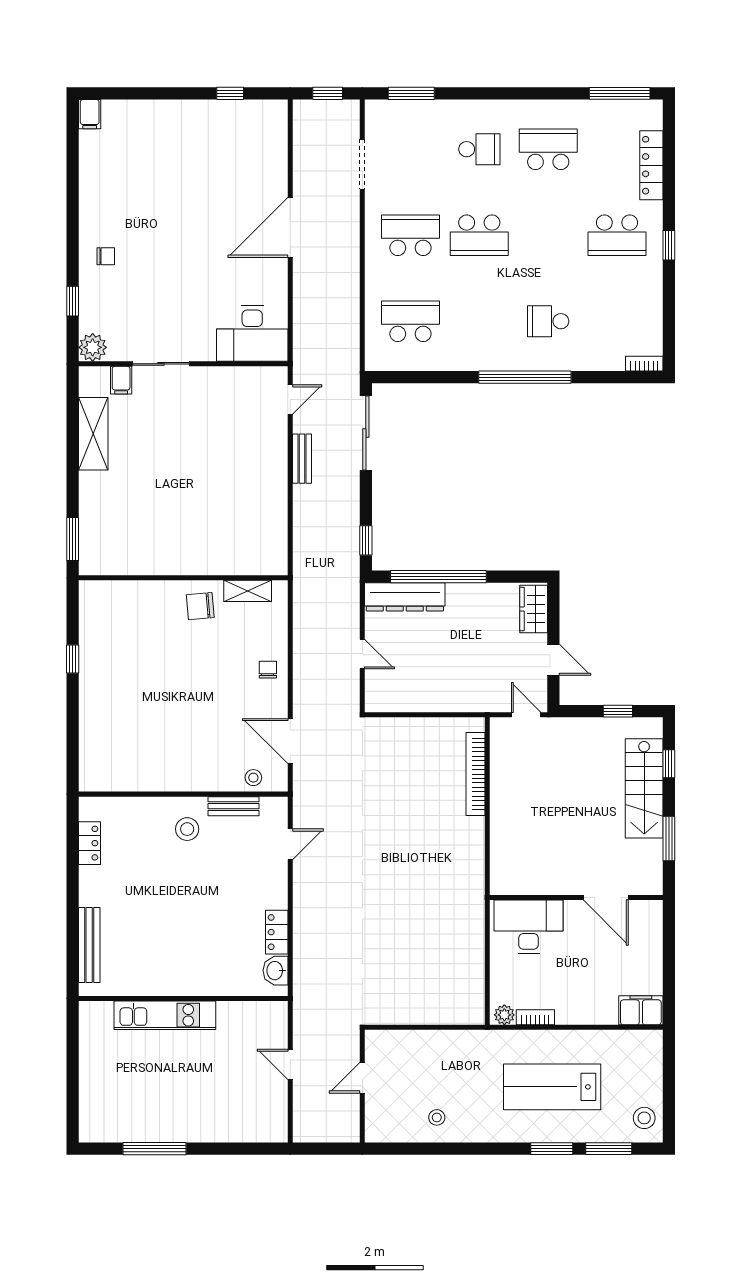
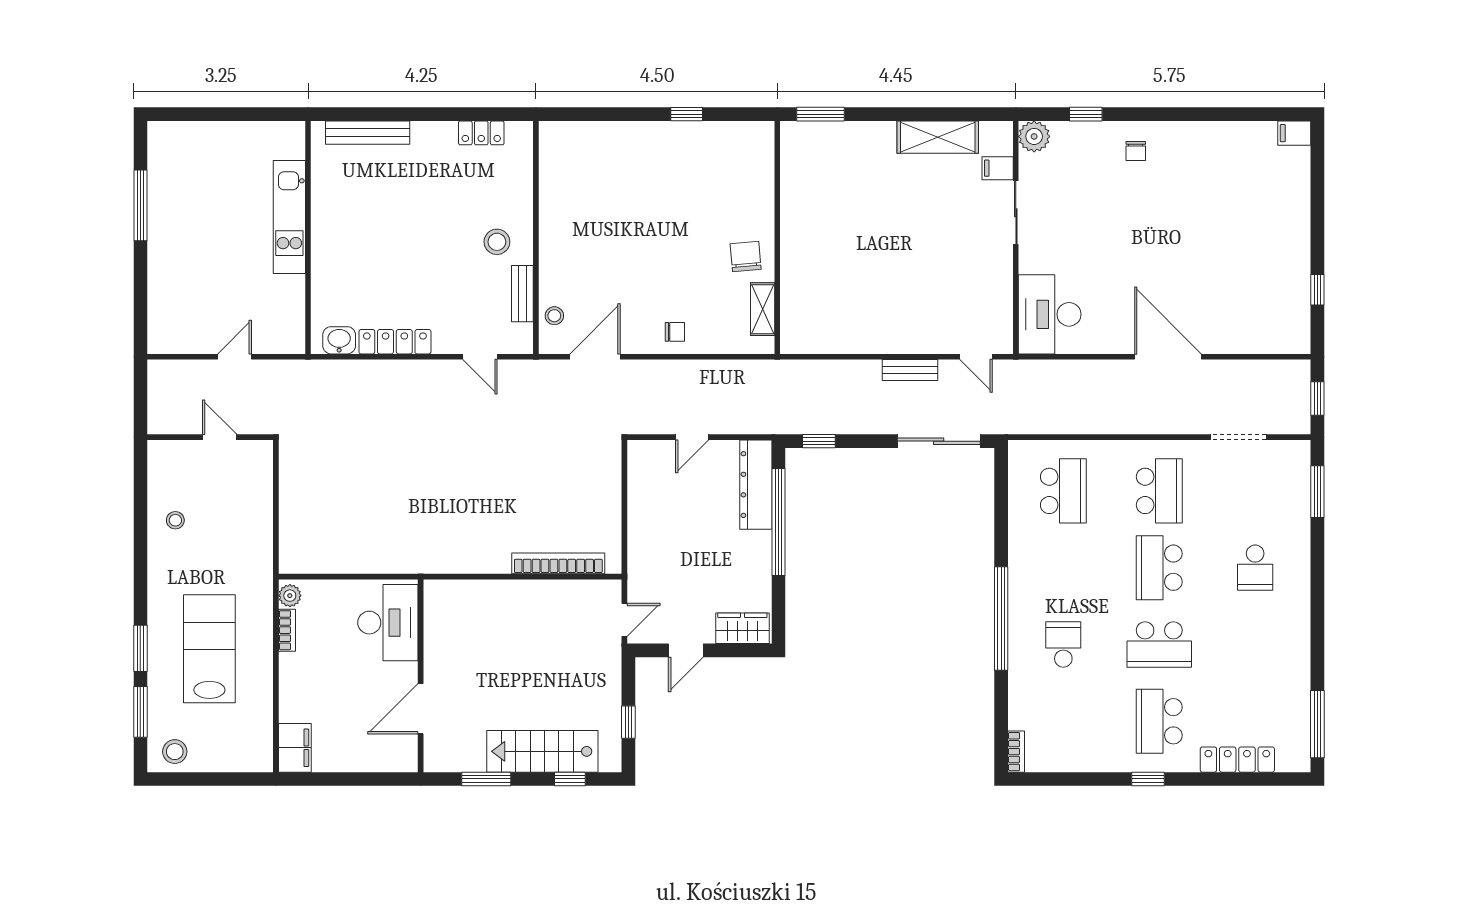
school desk: (548, 149) -> (1159, 644), moved, turned 90
locker: (277, 932) -> (395, 342), width x1.53

